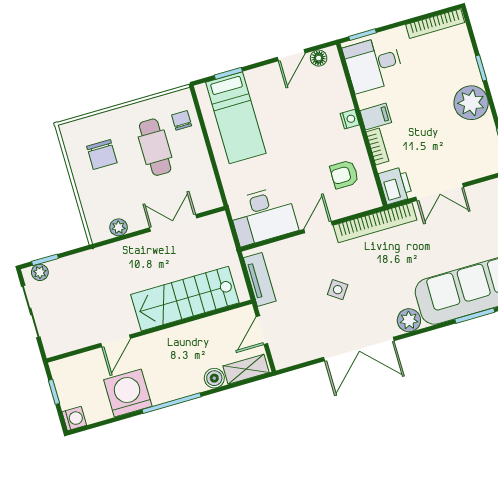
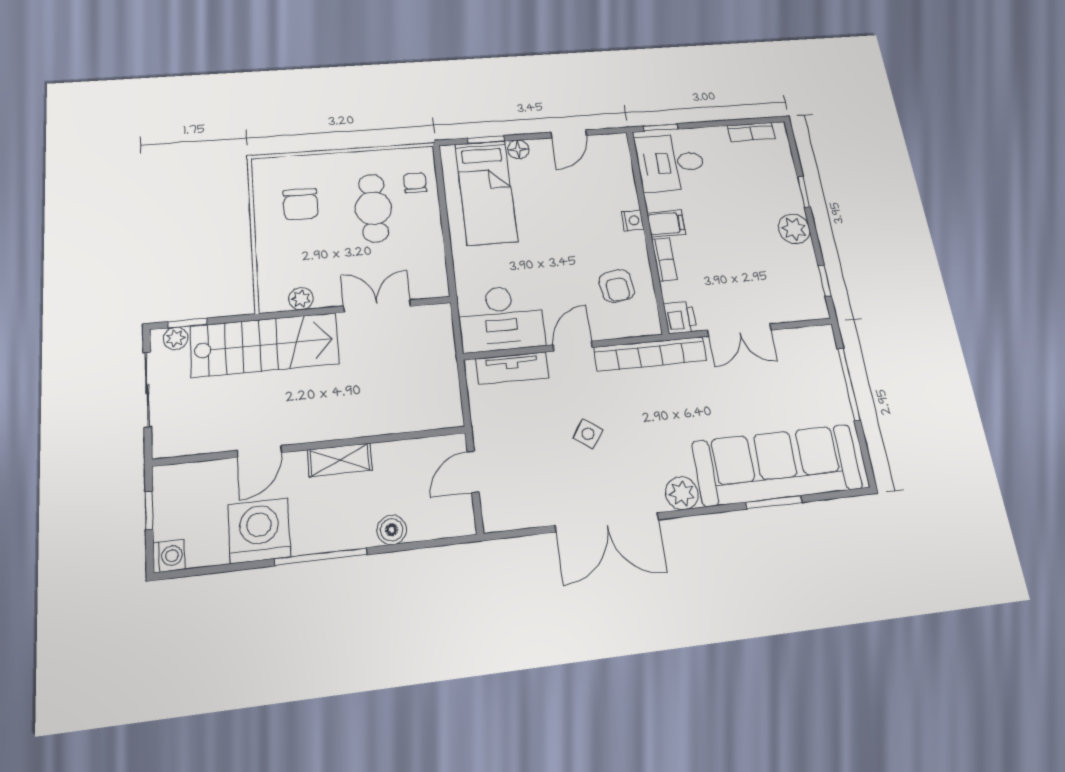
bookcase: (435, 24) -> (751, 132), width x0.64
floor lamp: (319, 58) -> (518, 149), moved
plant: (471, 103) -> (794, 229), width x0.73, depth x0.73
armchair: (344, 174) -> (617, 286), turned -97
printer: (395, 186) -> (680, 317), width x0.73, depth x0.81
tv unit: (260, 279) -> (512, 368), moved, turned 90
stairs: (185, 299) -> (265, 345), moved, turned 180
shelving: (246, 369) -> (340, 460), moved

